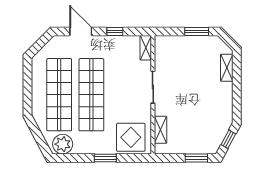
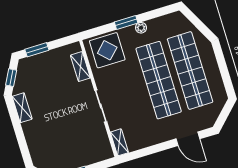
window: (115, 32) -> (154, 149), removed
shelving: (227, 68) -> (22, 108), moved
plant: (63, 144) -> (141, 28), moved, width x0.53, depth x0.53

